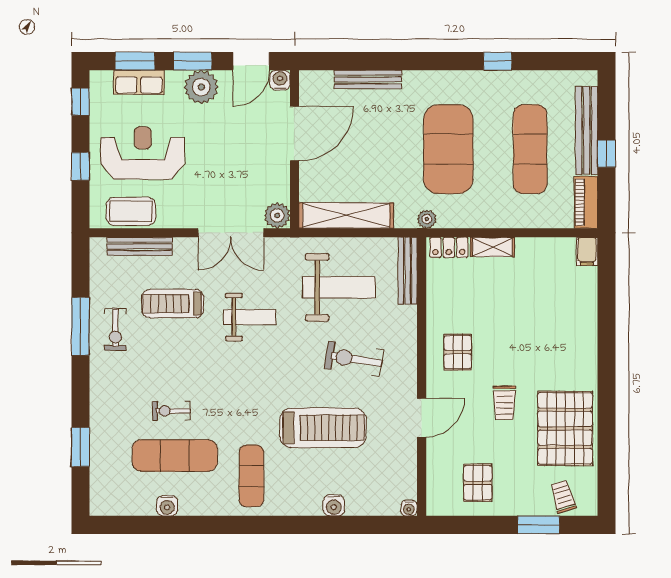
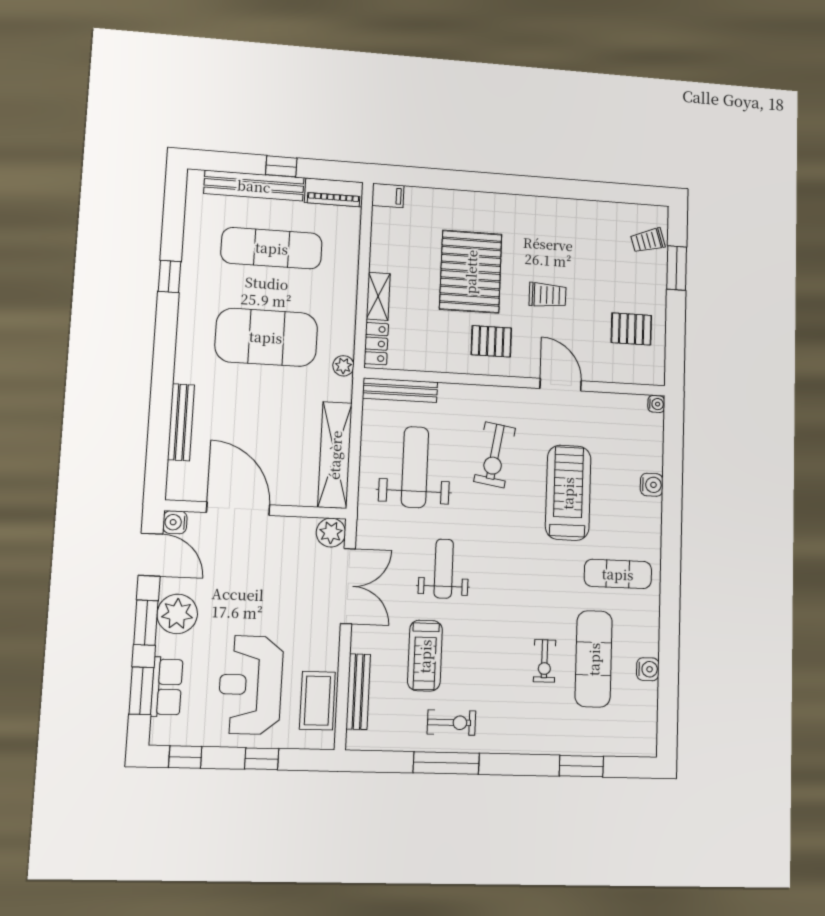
pallet: (565, 428) -> (471, 272), moved, turned 90

